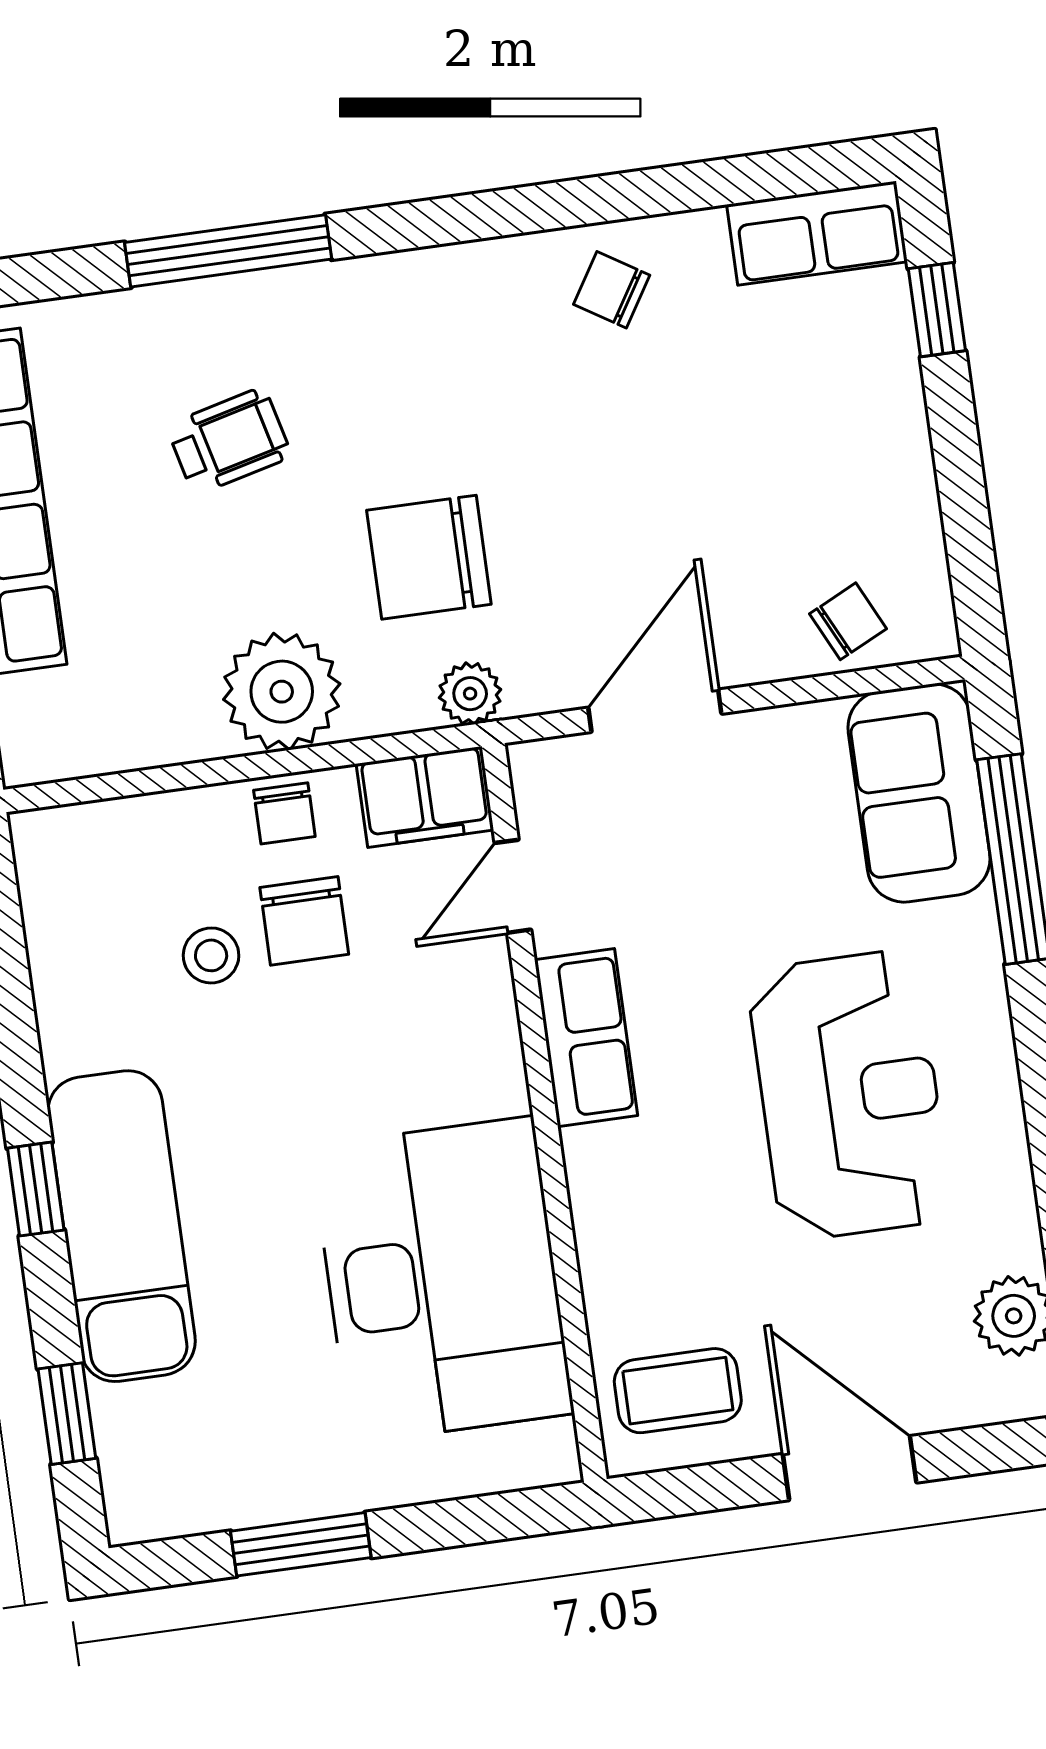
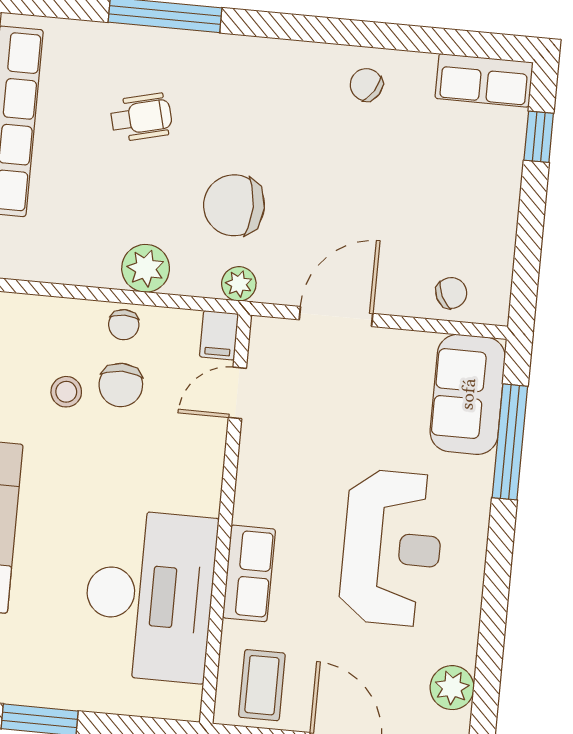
plant: (282, 692) -> (146, 268), width x0.73, depth x0.73
filing cabinet: (425, 797) -> (219, 335), width x0.50
row of seats: (586, 1038) -> (249, 573), moved
coffee table: (678, 1391) -> (262, 685), turned 90

